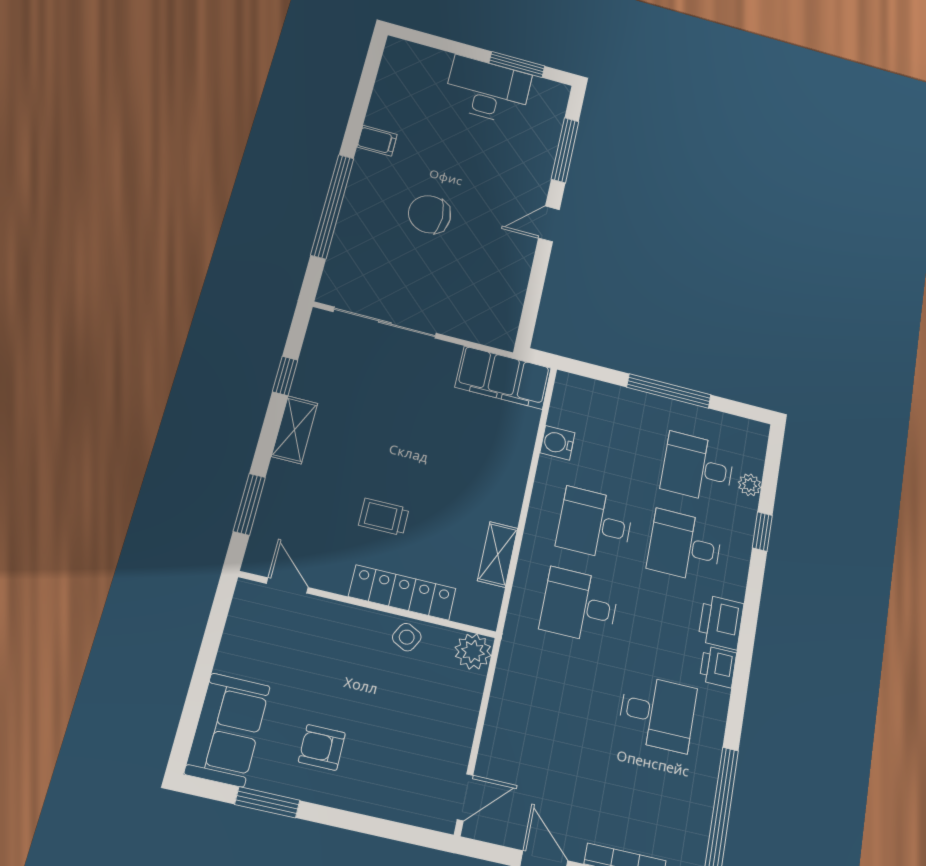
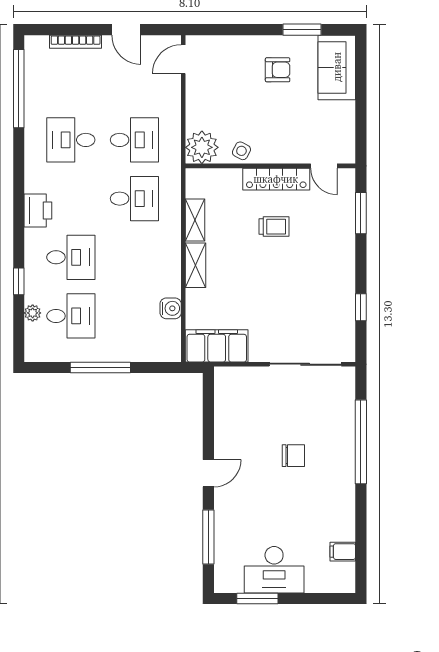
filing cabinet: (377, 141) -> (343, 552), moved
chair: (430, 214) -> (293, 456), width x0.73, depth x0.73
shelving: (295, 430) -> (196, 265), moved
desk: (595, 524) -> (134, 140), moved
locker: (402, 592) -> (276, 179), moved
plant: (473, 651) -> (202, 147), width x1.36, depth x1.36
printer: (718, 667) -> (35, 180), removed

